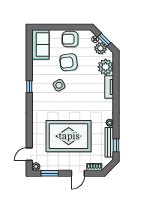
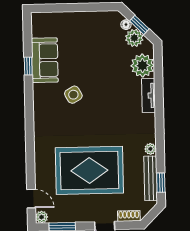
armchair: (70, 39) -> (88, 25), removed
sofa: (40, 45) -> (45, 60), moved
armchair: (69, 62) -> (87, 60), removed
window: (29, 87) -> (28, 66), moved
door: (29, 154) -> (31, 199), swing flipped

